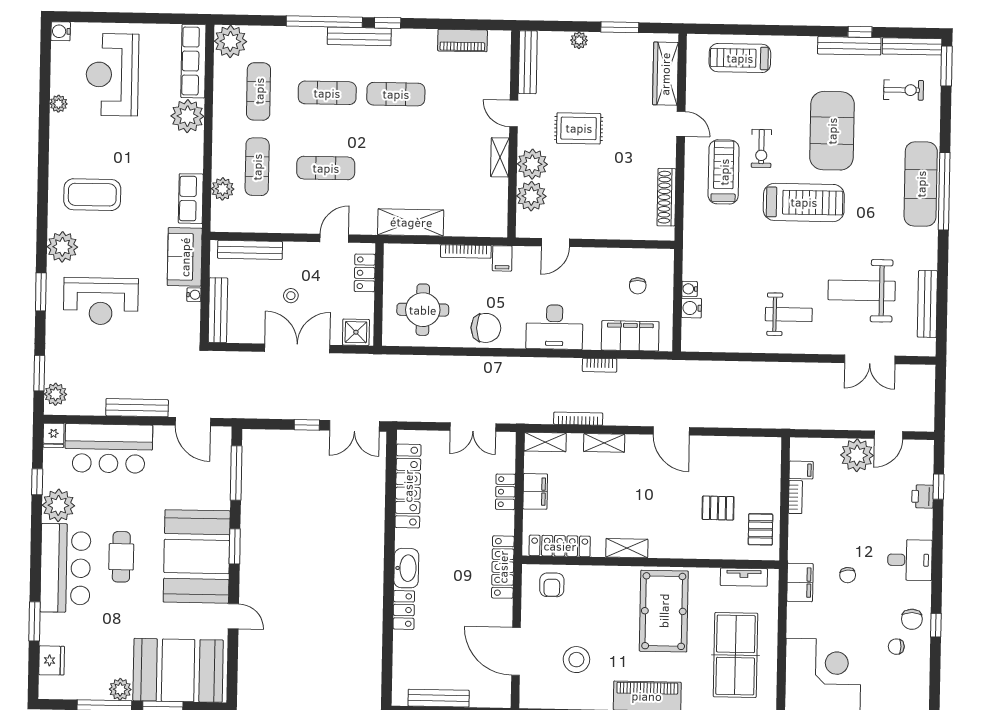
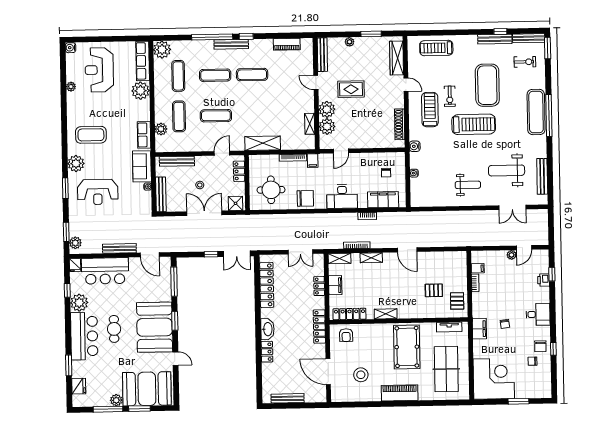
shelving: (500, 157) -> (310, 124), moved
water cooler: (691, 308) -> (415, 146), moved
plant: (857, 455) -> (512, 255), width x0.53, depth x0.53

